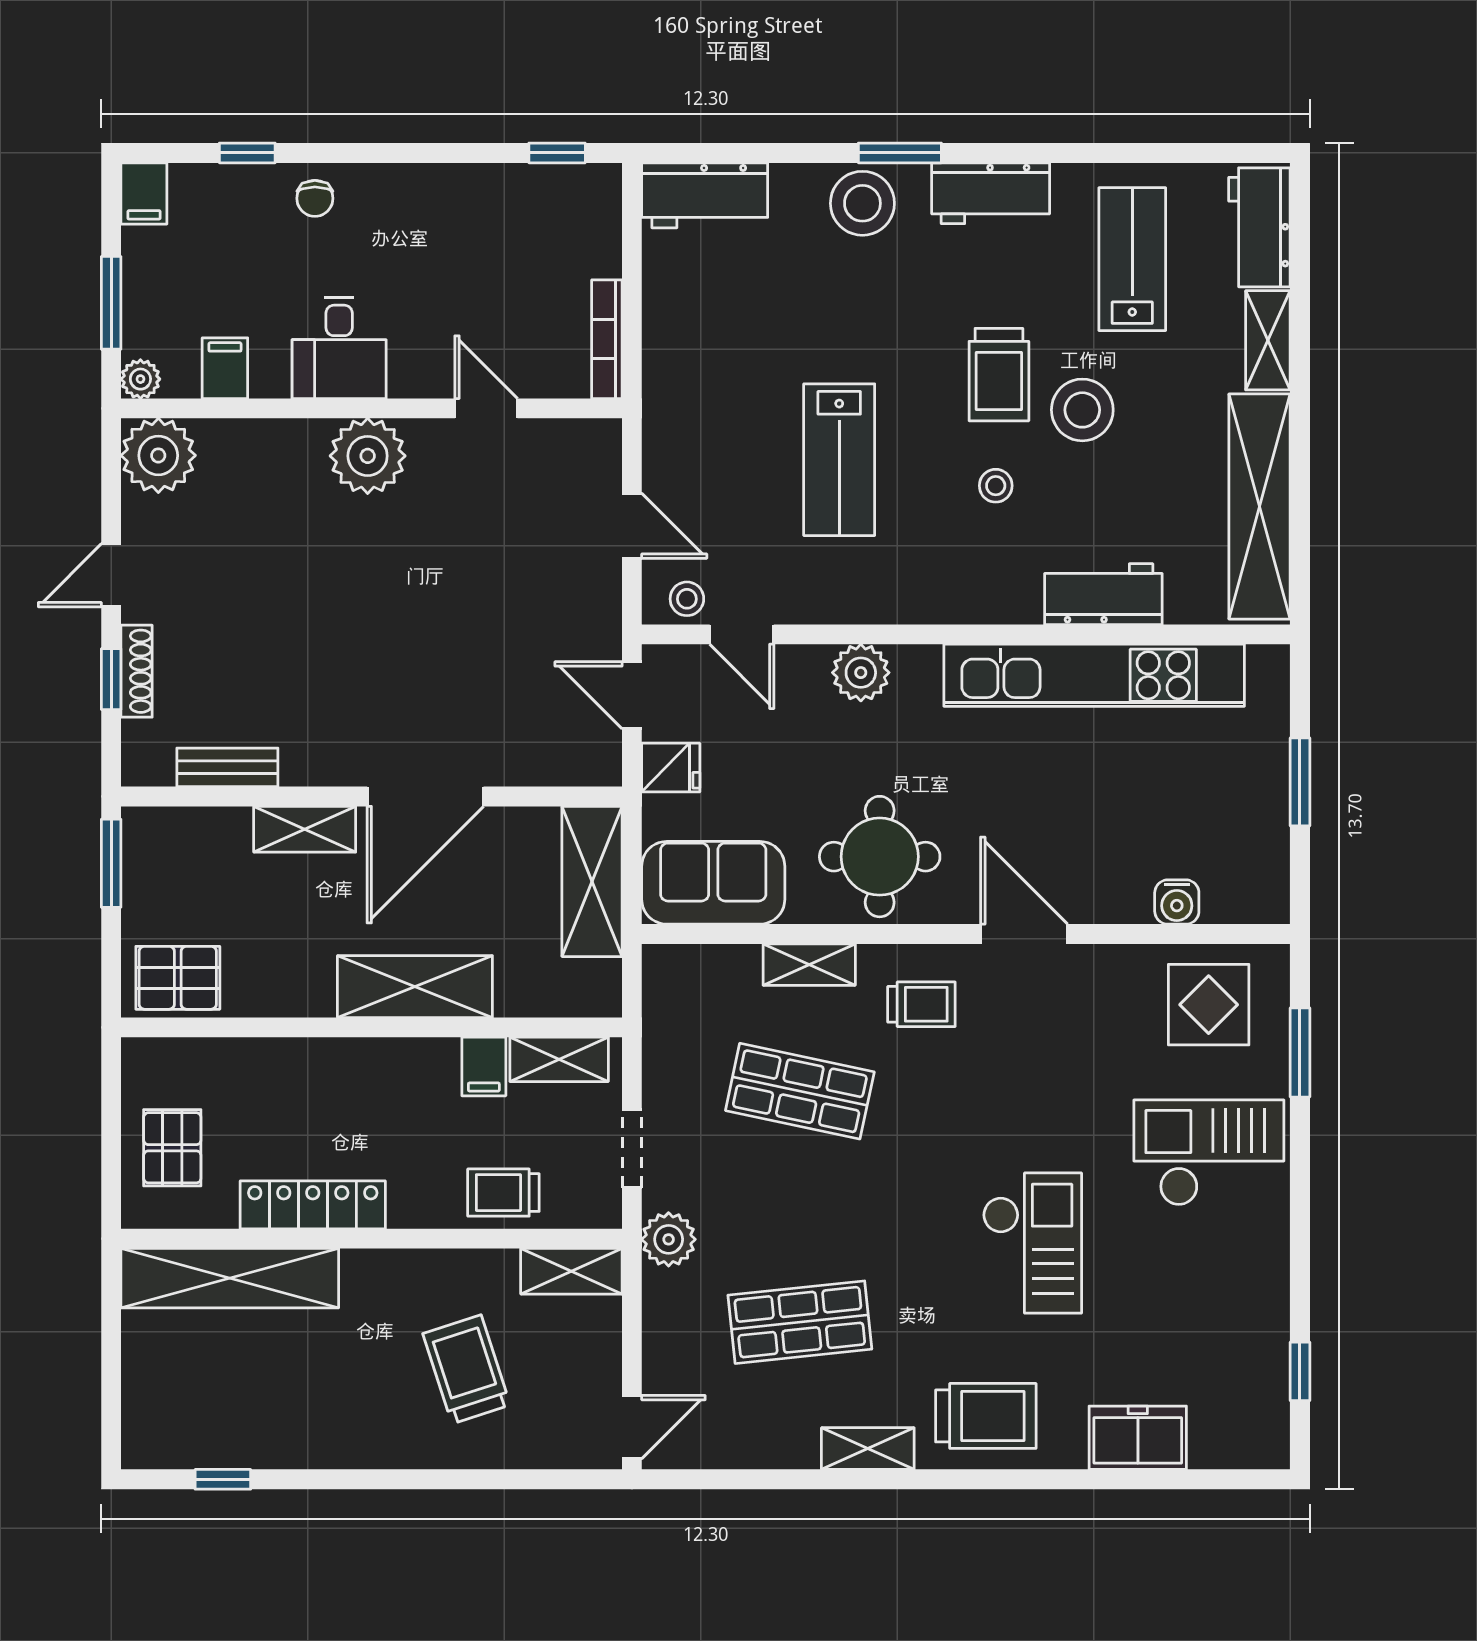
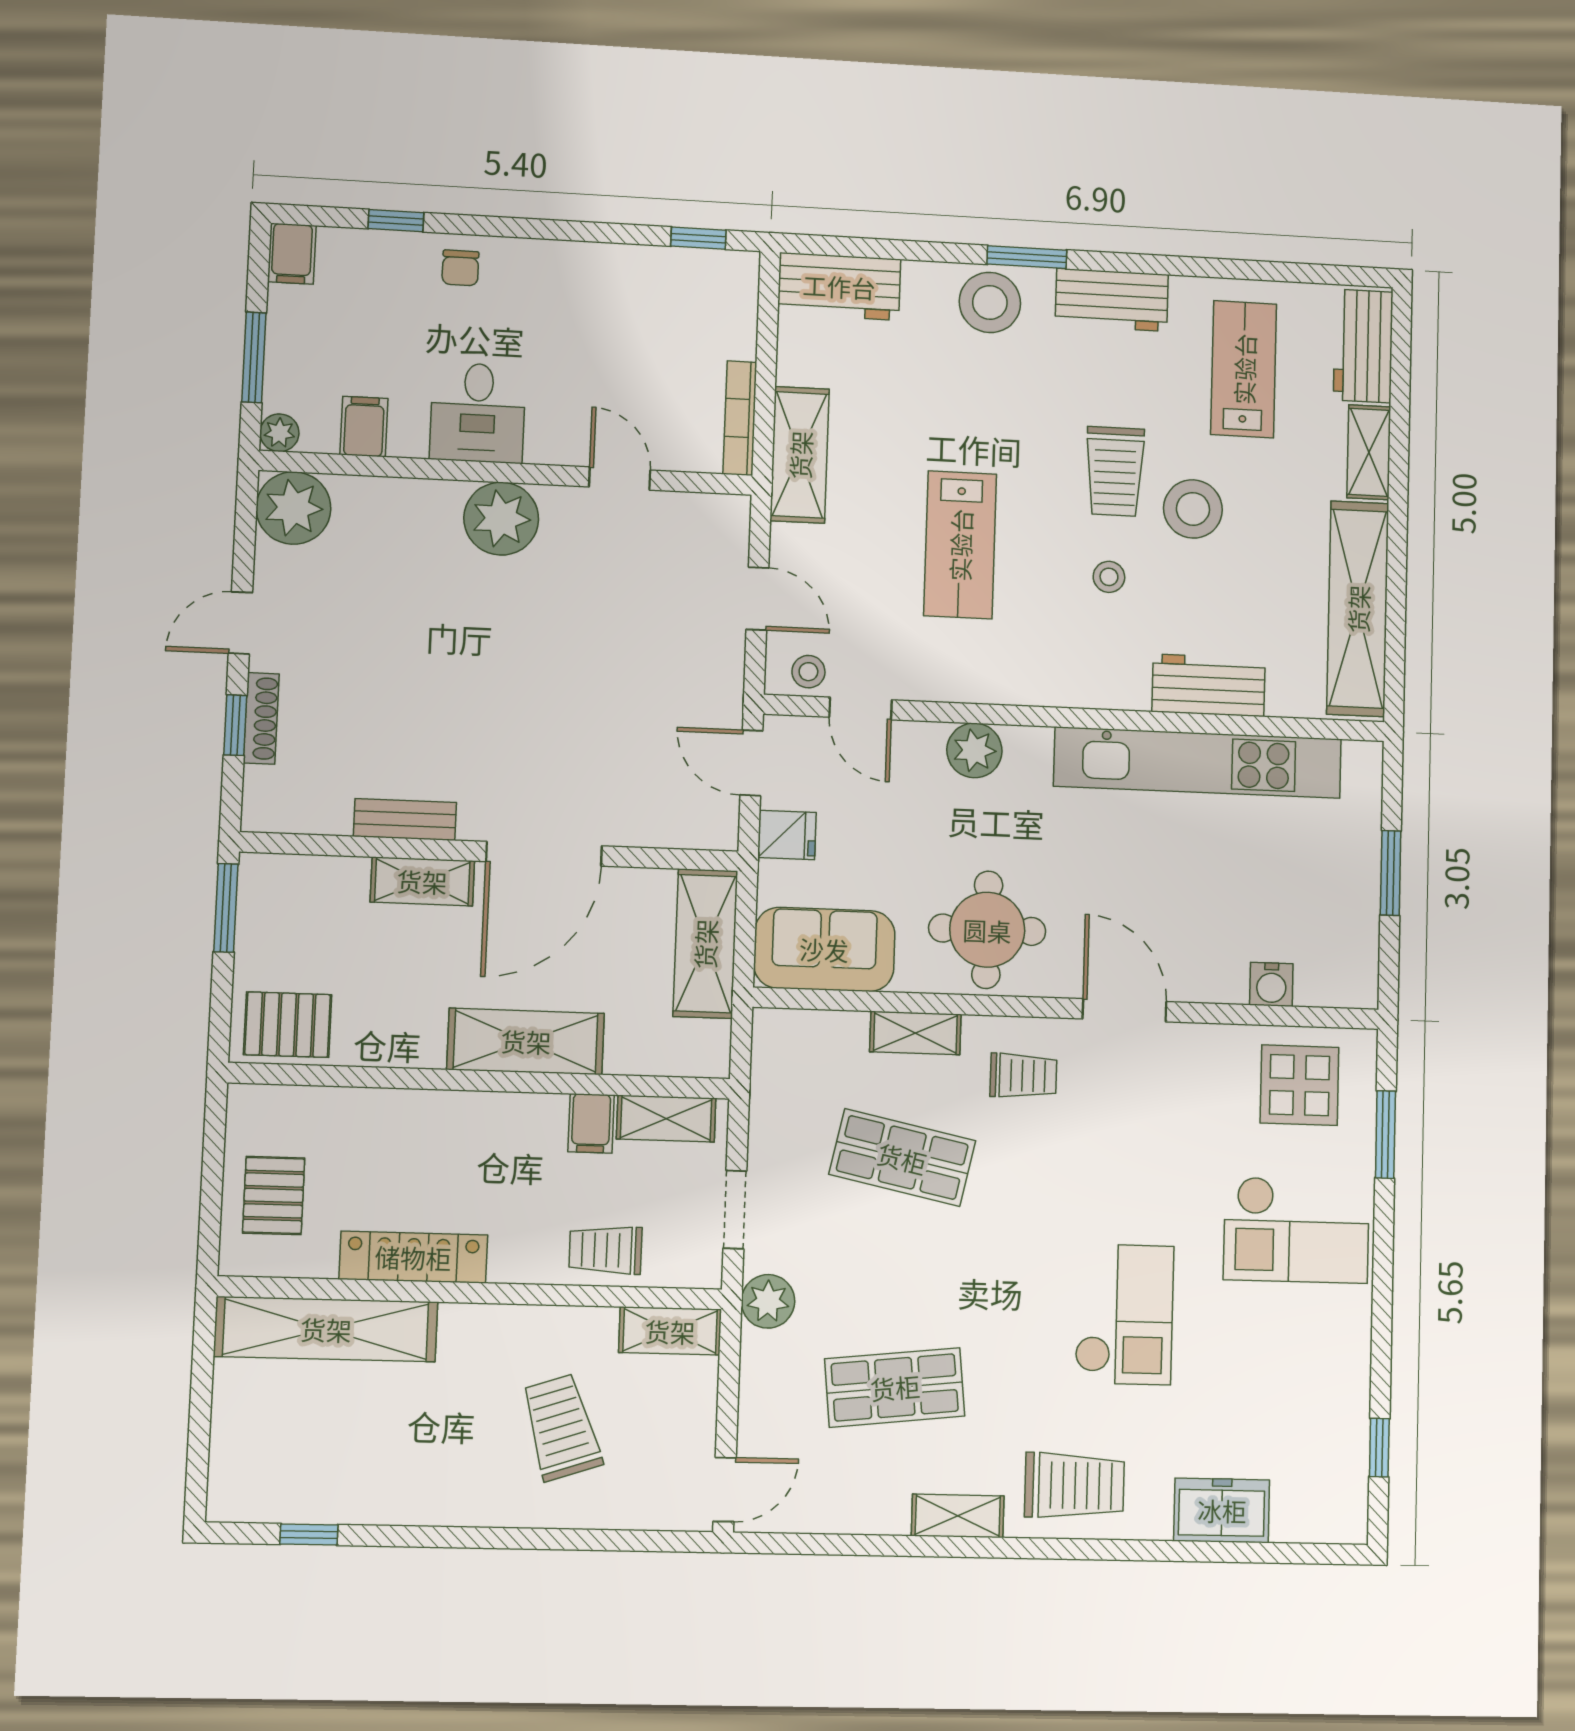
shelving: (670, 374) -> (800, 455), added
bench: (227, 767) -> (405, 819), moved
checkout: (1209, 1153) -> (1297, 1230), turned 180

